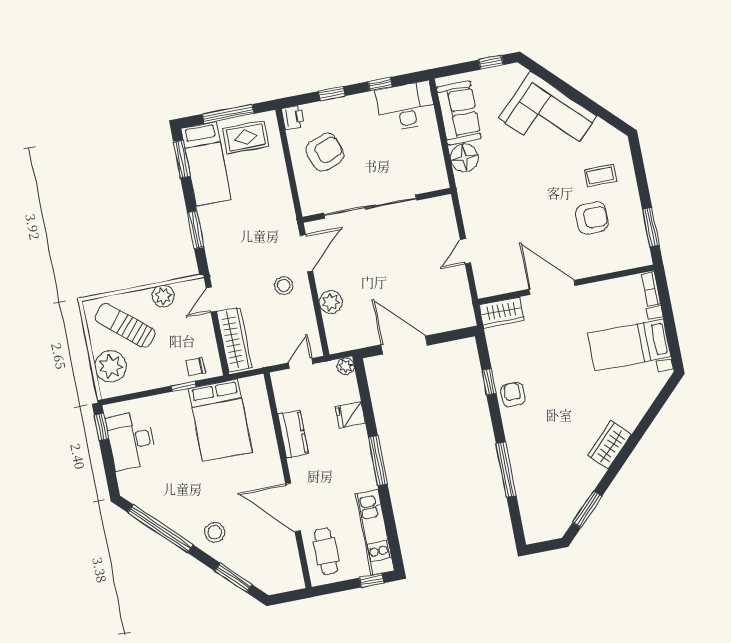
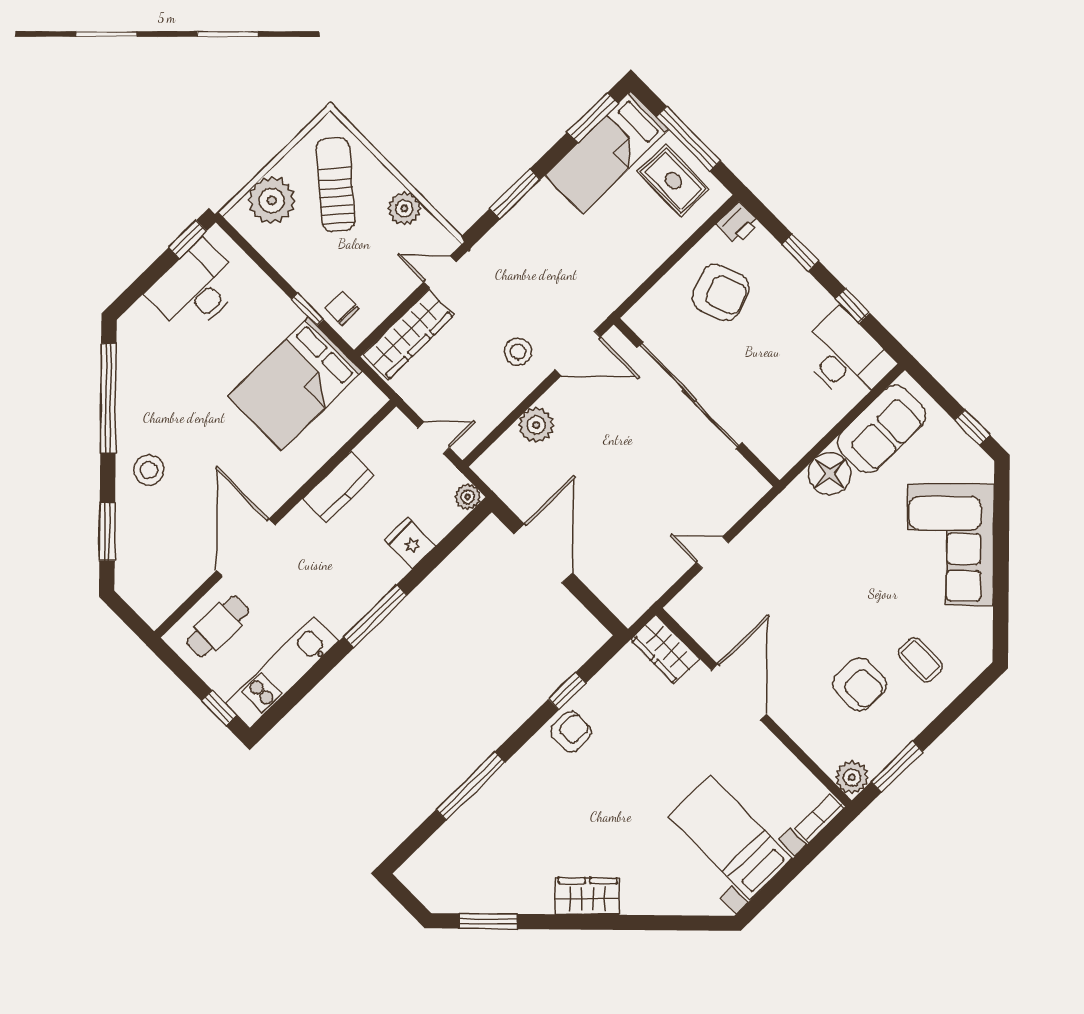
plant: (640, 256) -> (852, 777), added

